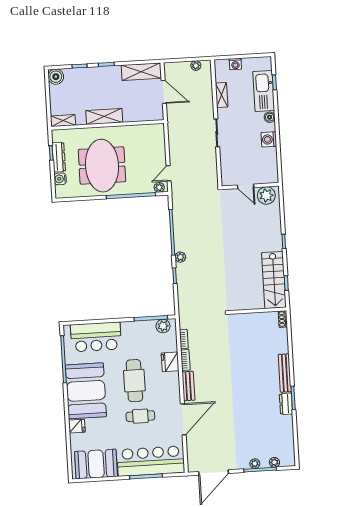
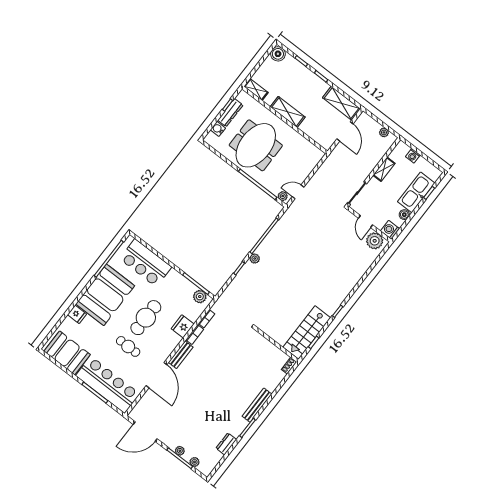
door: (246, 186) -> (366, 222), moved
wall: (250, 186) -> (369, 224), moved
plant: (266, 195) -> (375, 241), moved
dresser: (286, 404) -> (226, 444), moved
door: (183, 419) -> (156, 375), hinge flipped

